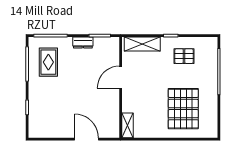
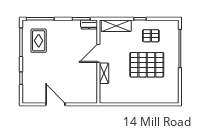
dresser: (83, 43) -> (89, 24), moved
pallet: (183, 109) -> (147, 65), moved, turned 90
shelving: (127, 125) -> (104, 73), moved
door: (87, 139) -> (55, 104), moved

